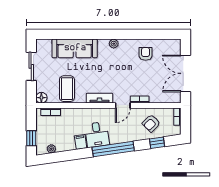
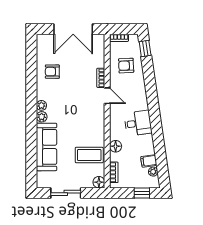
plant: (103, 44) -> (42, 117), added
tv unit: (100, 98) -> (99, 120), removed
floor lamp: (75, 113) -> (116, 146), added
armchair: (151, 123) -> (126, 66), turned 132
filing cabinet: (81, 142) -> (149, 161), moved
window: (157, 143) -> (145, 48), moved
window: (113, 149) -> (153, 106), removed

